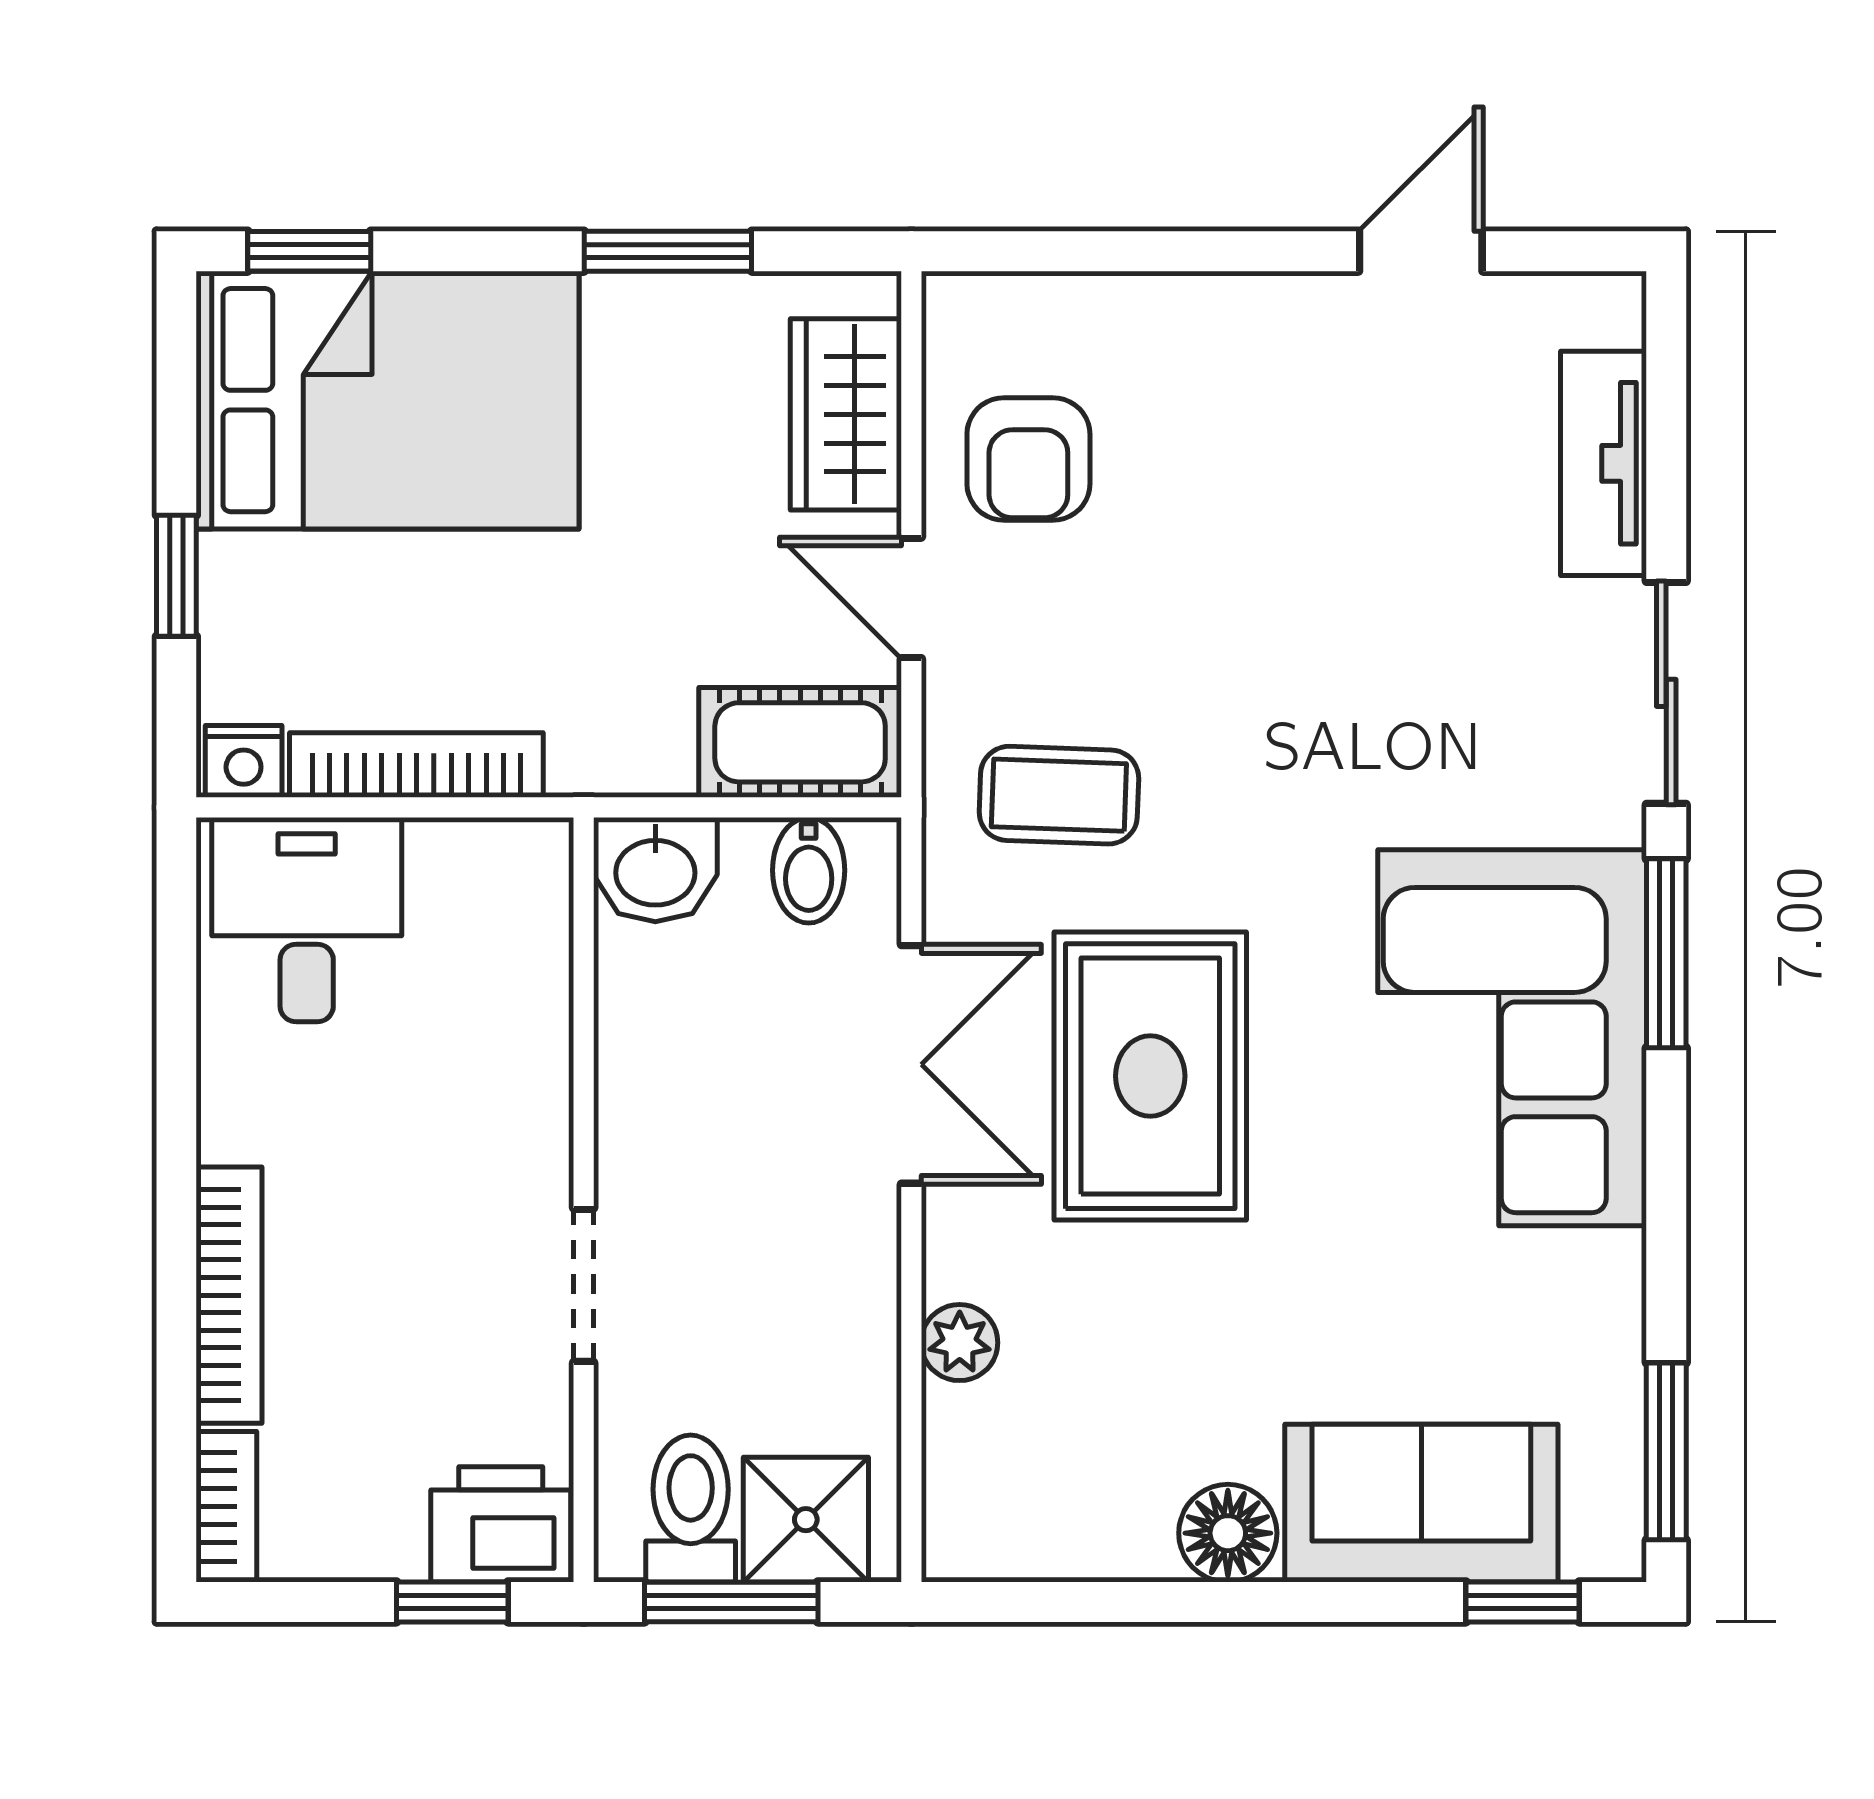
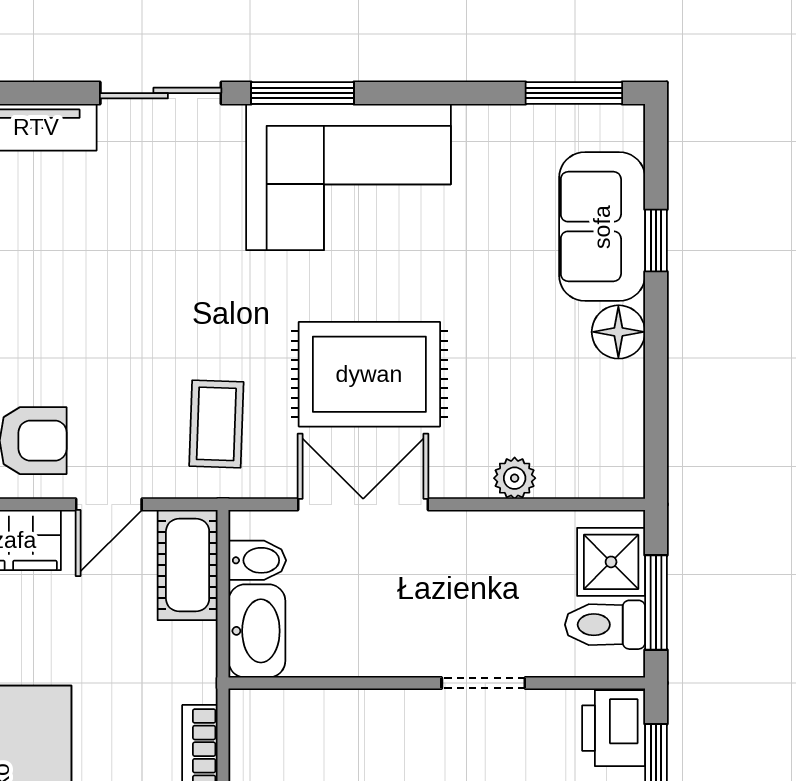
washbasin: (655, 870) -> (257, 631), width x1.38
window: (1523, 1602) -> (656, 240), moved

